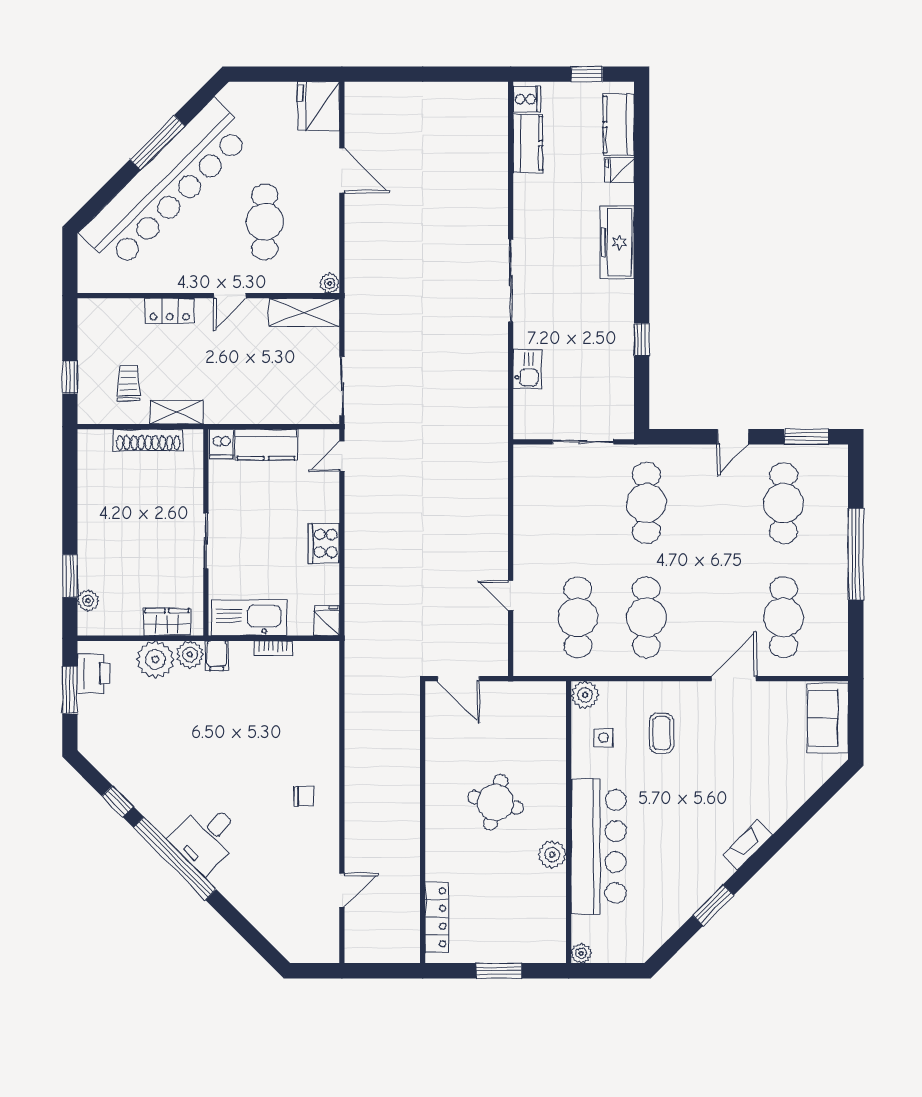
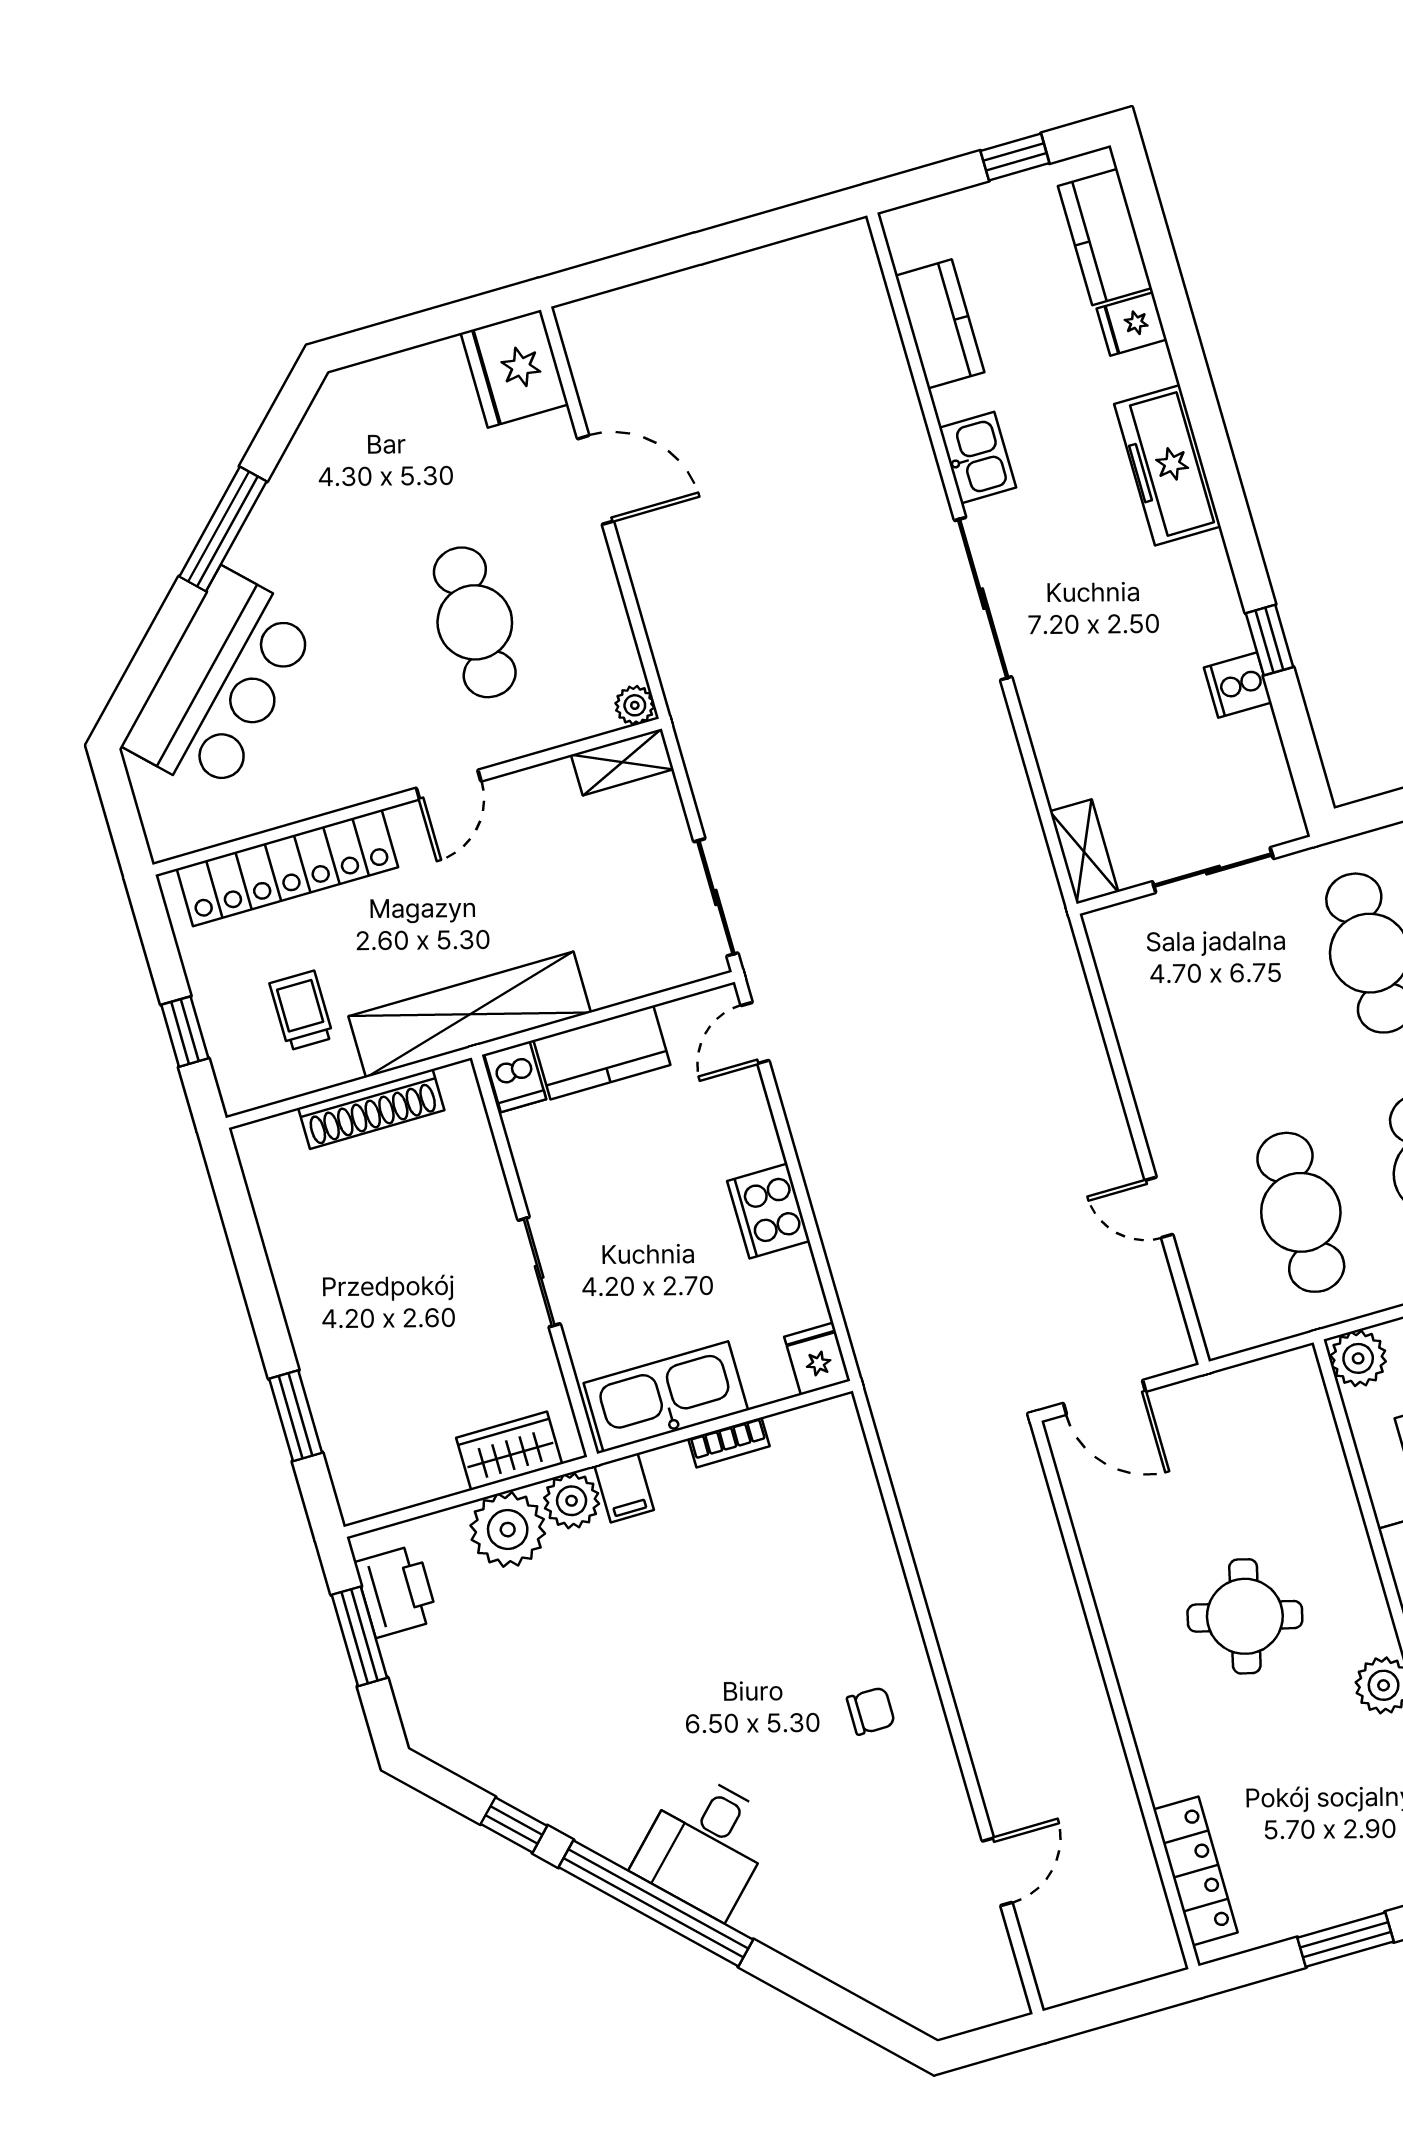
cooker: (527, 99) -> (1238, 685), moved, turned 180
bar counter: (167, 185) -> (221, 683), width x0.54
locker: (170, 311) -> (287, 868), width x2.16, depth x1.21
shelving: (304, 312) -> (622, 762), width x0.67, depth x0.75
kitchen sink: (527, 369) -> (978, 458), moved
shelving: (177, 412) -> (470, 1014), width x2.20, depth x1.33
shelving: (524, 415) -> (1084, 852), added
plant: (88, 601) -> (345, 1454), removed

